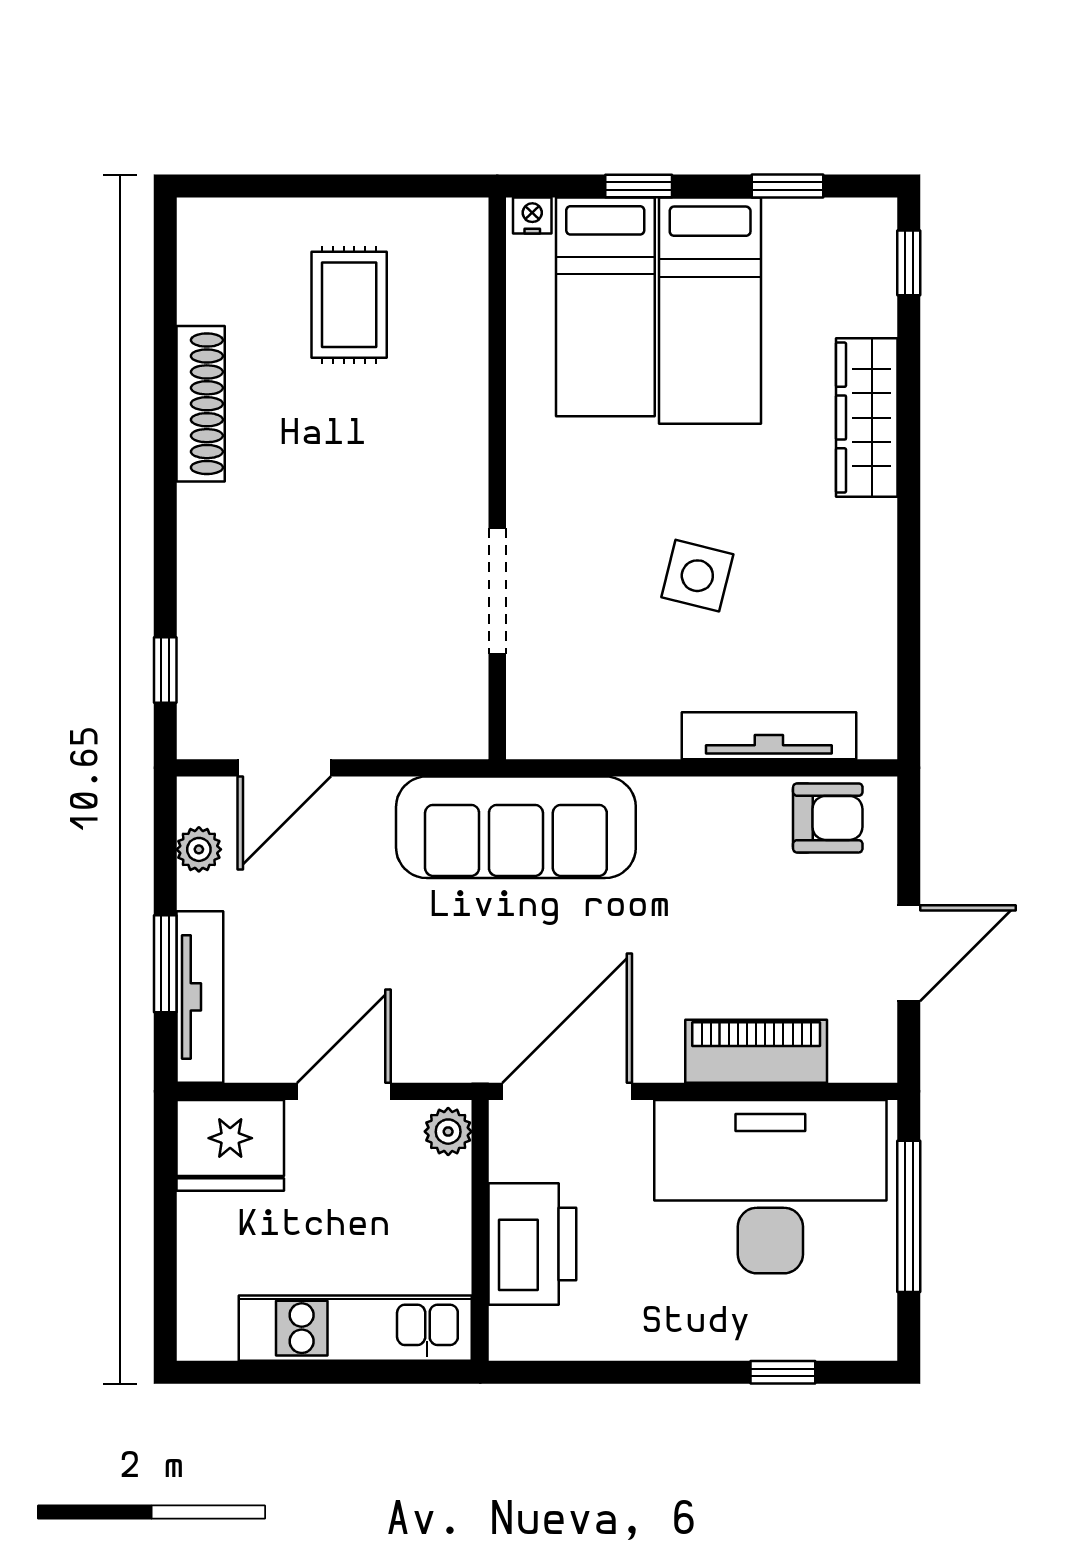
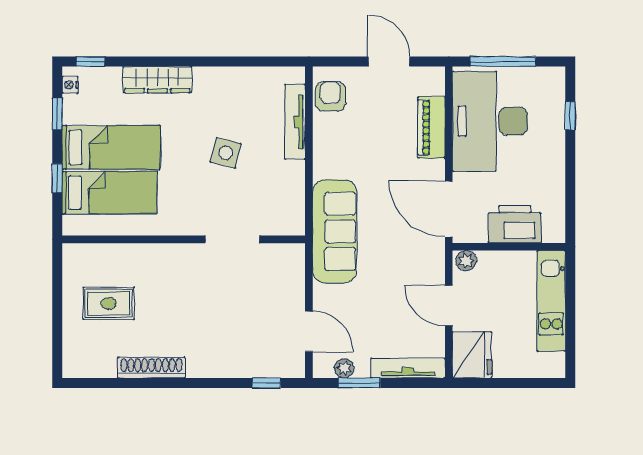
nightstand: (532, 216) -> (70, 85), moved
window: (165, 964) -> (359, 383), moved

